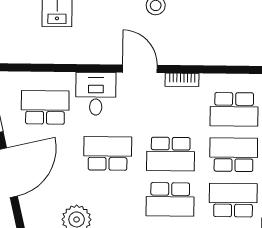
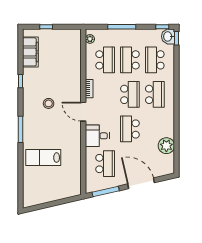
door: (140, 69) -> (83, 112), hinge flipped
school desk: (45, 107) -> (105, 164), turned 180

